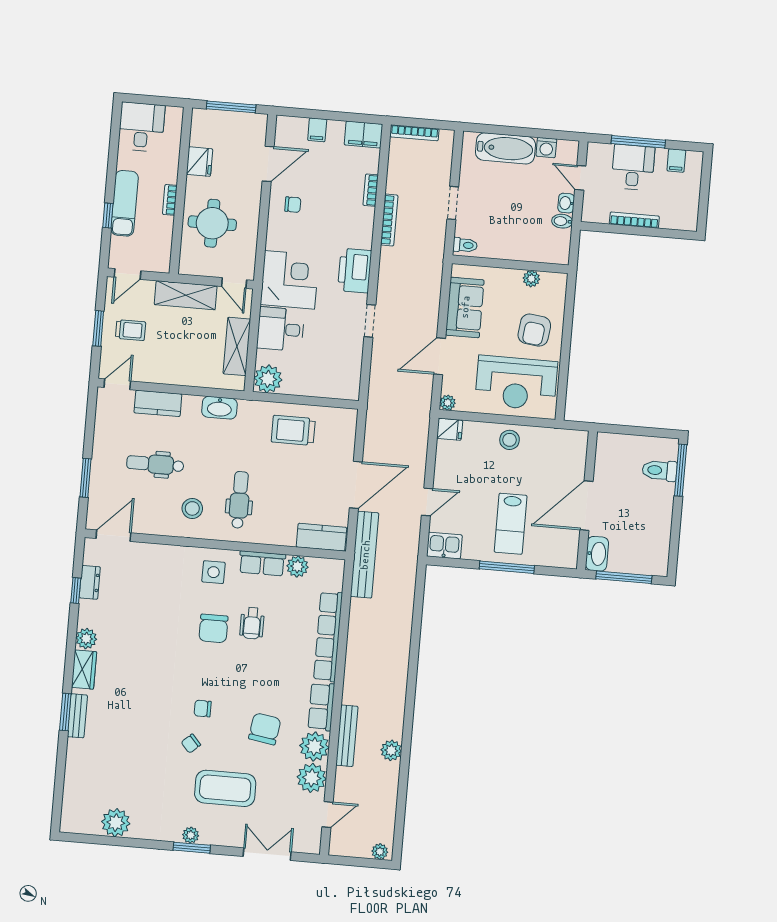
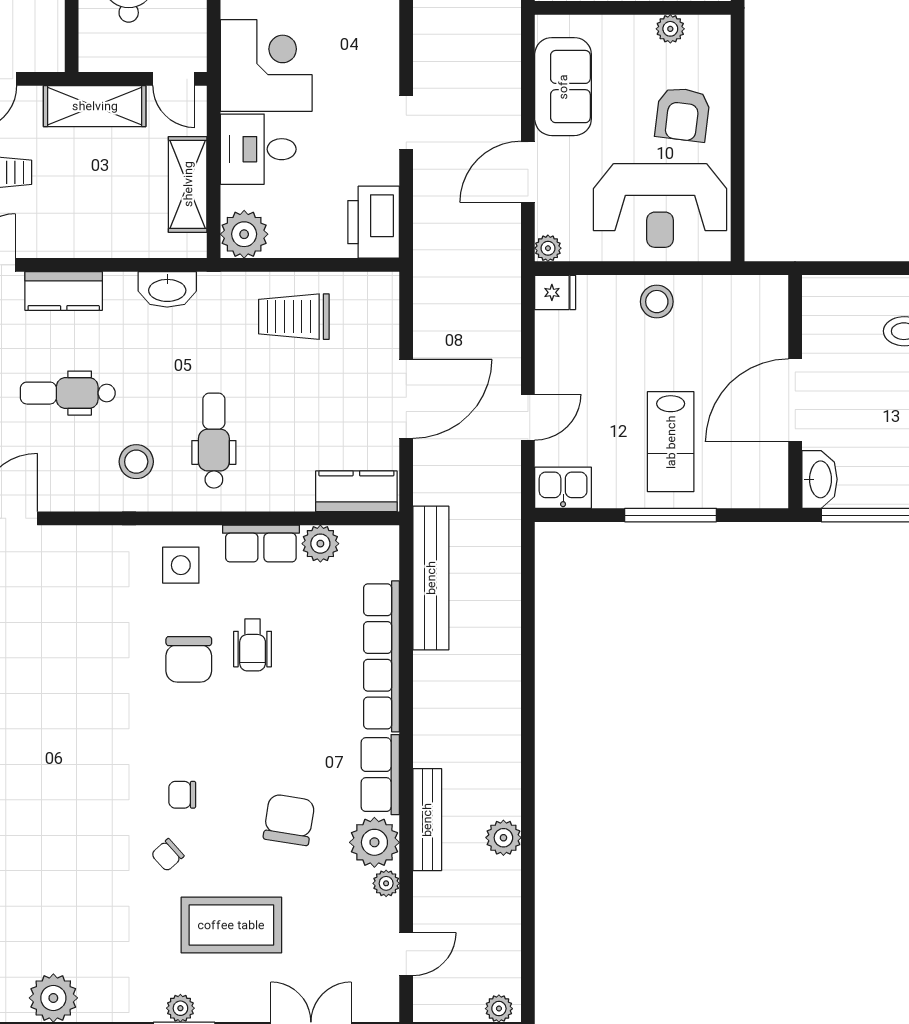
printer: (355, 271) -> (374, 222), moved
bench: (365, 555) -> (431, 578), moved
plant: (312, 778) -> (386, 883), width x0.53, depth x0.53

